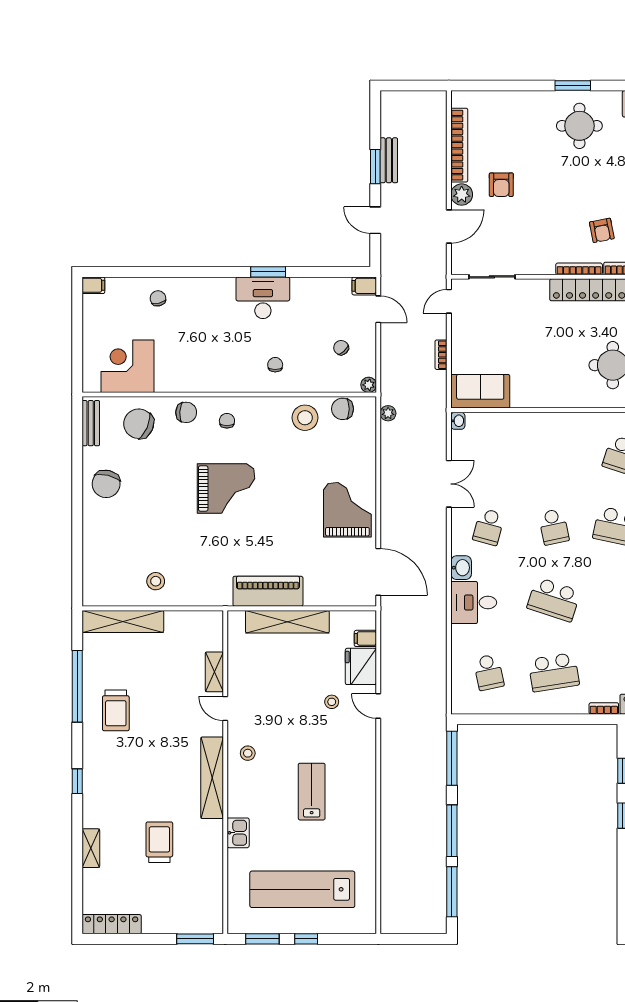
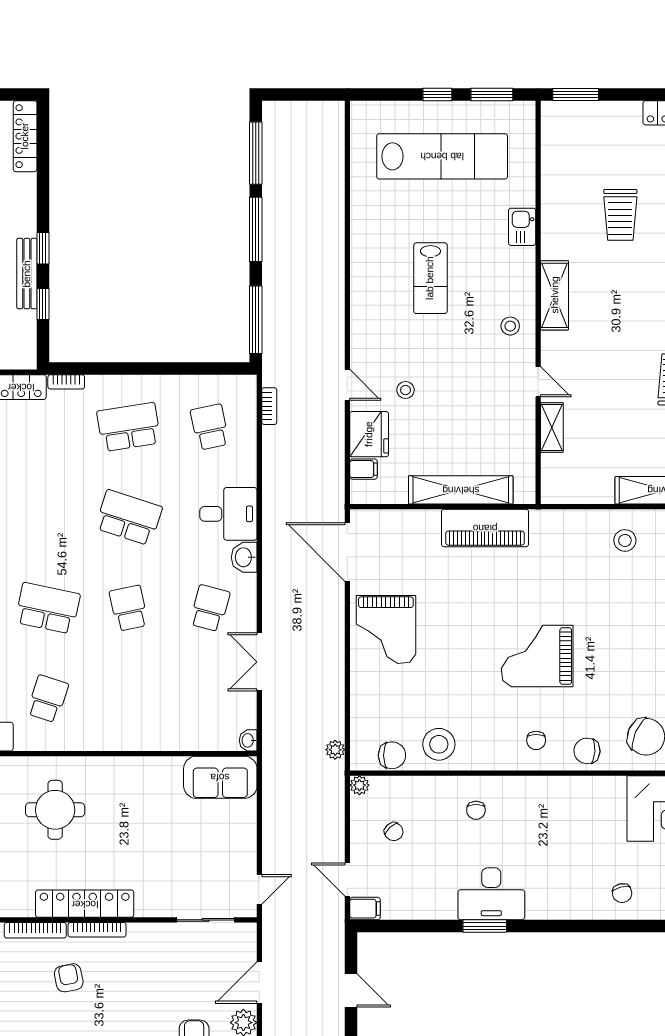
bookcase: (441, 355) -> (269, 406), moved
shelving: (212, 778) -> (555, 295), width x0.68

